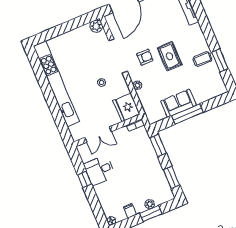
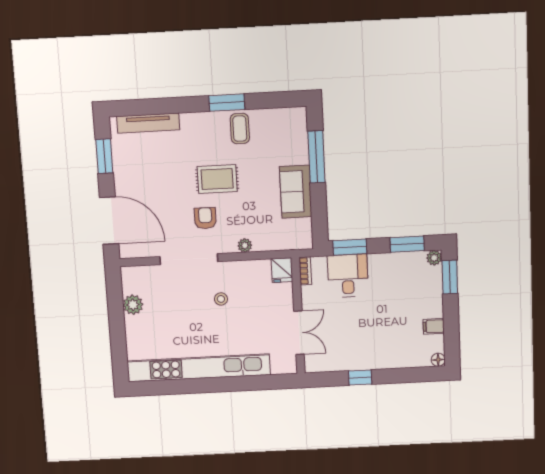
plant: (96, 26) -> (133, 305), moved
window: (220, 60) -> (227, 103), moved
fridge: (126, 107) -> (282, 270), width x0.53, depth x0.75
window: (187, 114) -> (316, 157), moved
desk: (100, 170) -> (348, 276), moved, turned 180
plant: (150, 204) -> (434, 258), moved
window: (151, 214) -> (450, 277), moved

